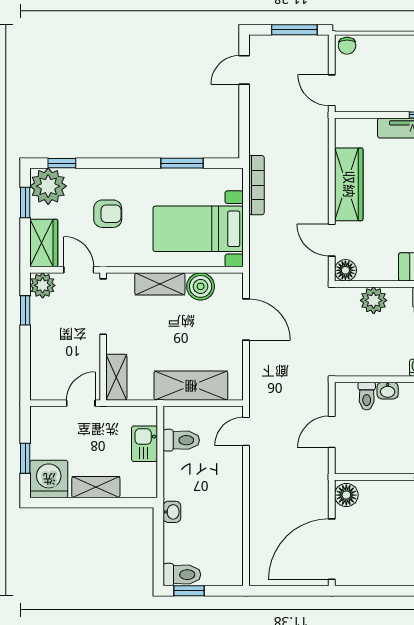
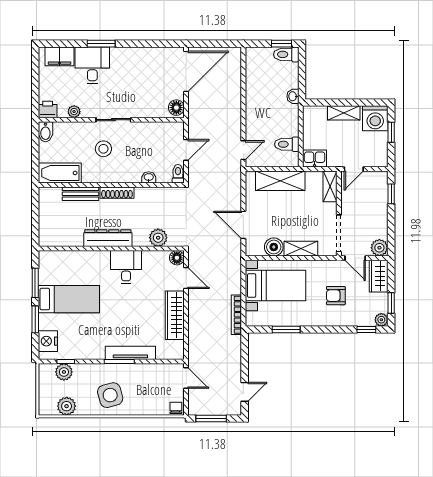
plant: (48, 186) -> (381, 320), width x0.53, depth x0.53
window: (25, 310) -> (391, 194), moved
toilet: (367, 396) -> (178, 174), moved
kitchen sink: (144, 444) -> (315, 158), moved, turned -90

